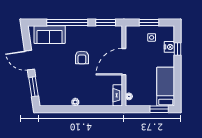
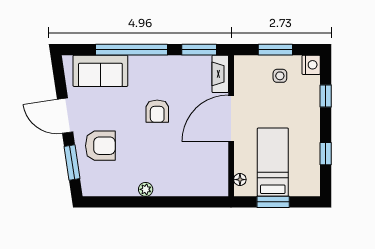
nightstand: (169, 47) -> (311, 65), moved
armchair: (50, 77) -> (100, 146), added
window: (178, 82) -> (326, 154), added
bed: (166, 87) -> (273, 162), moved
fireplace: (118, 95) -> (220, 74), moved
window: (159, 109) -> (273, 202), moved

